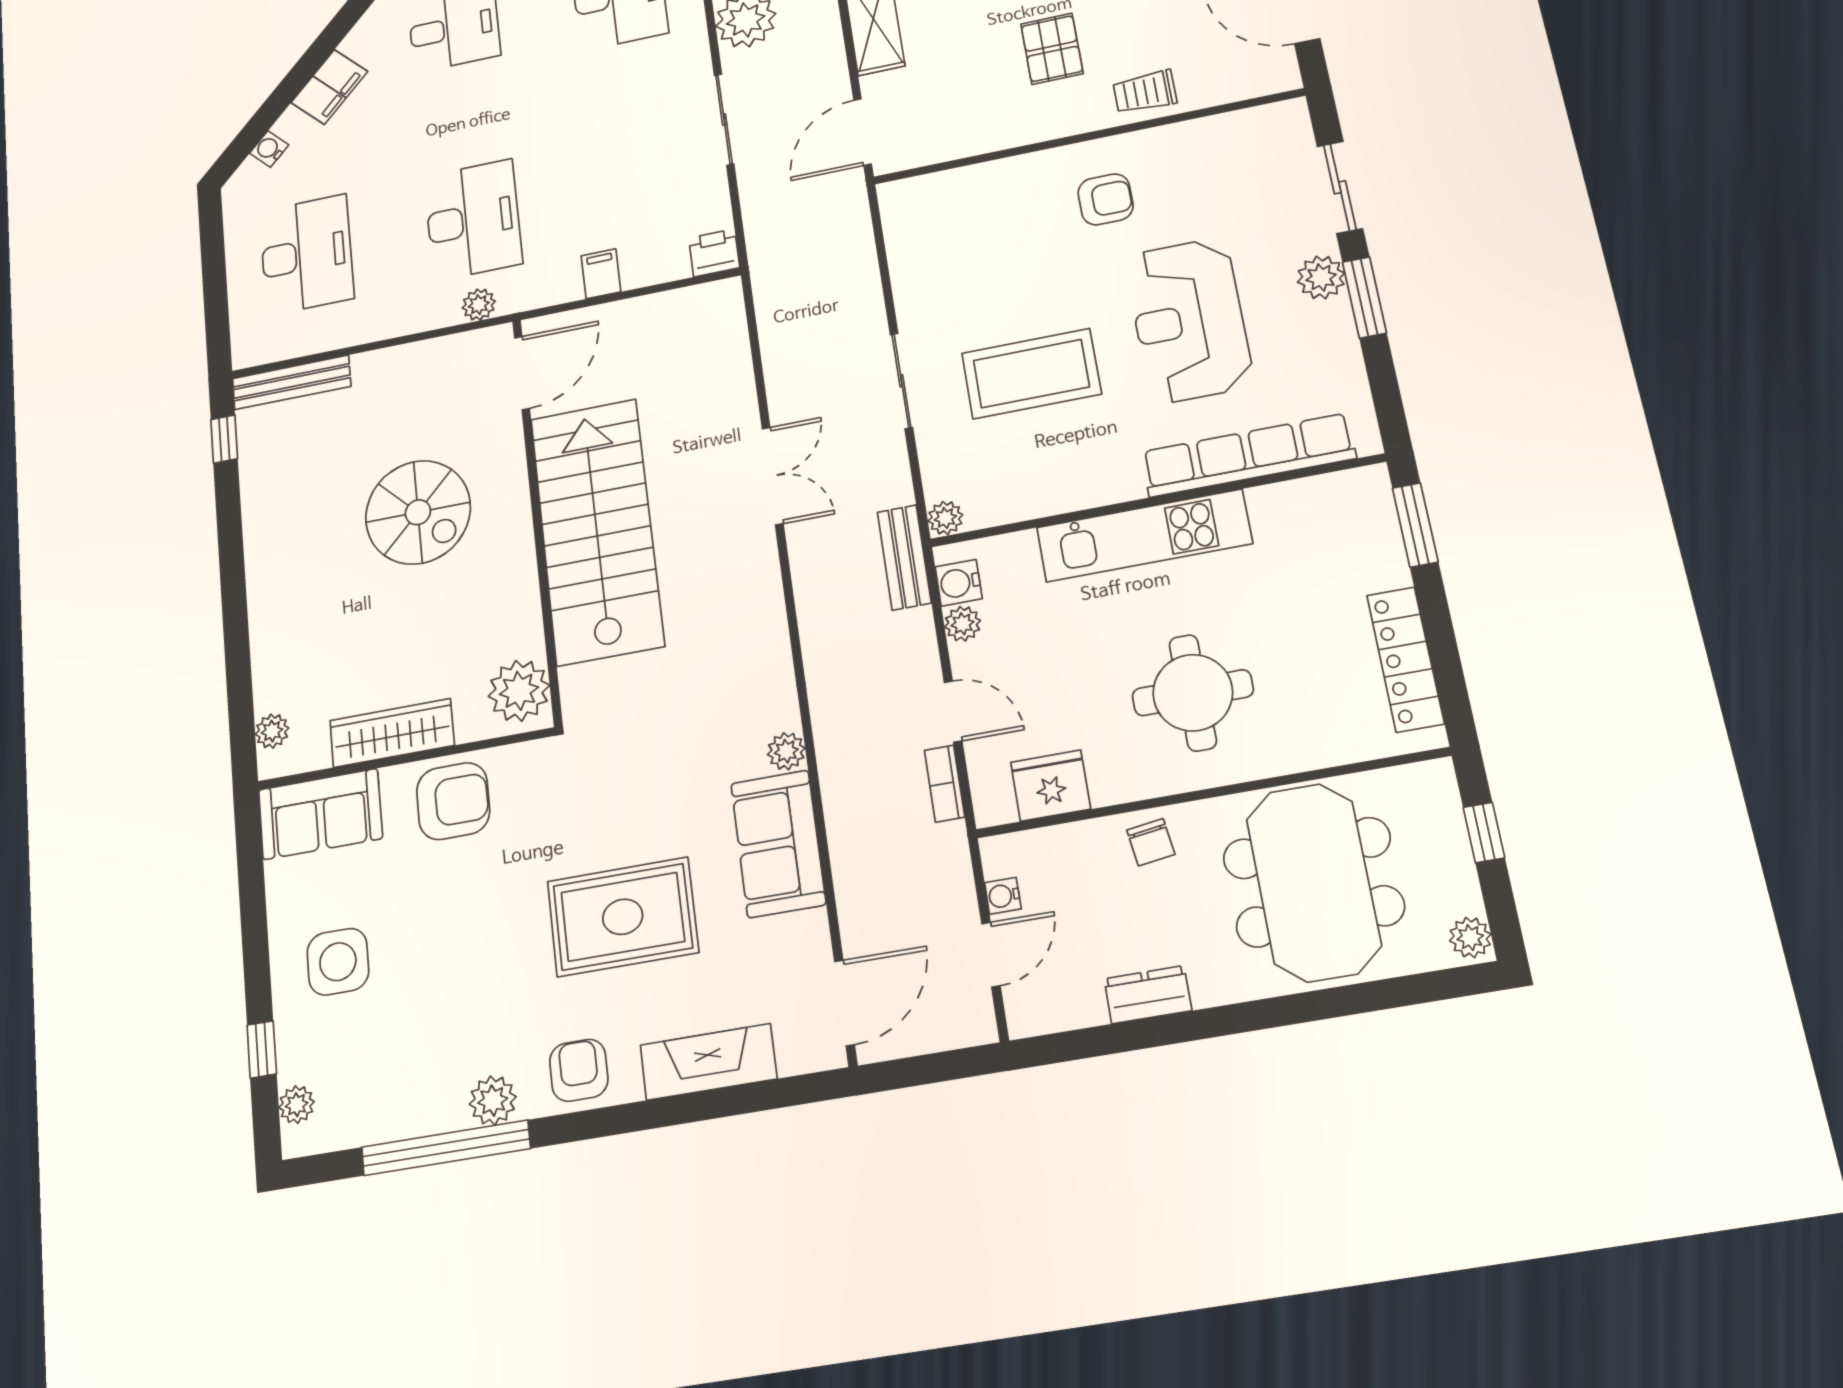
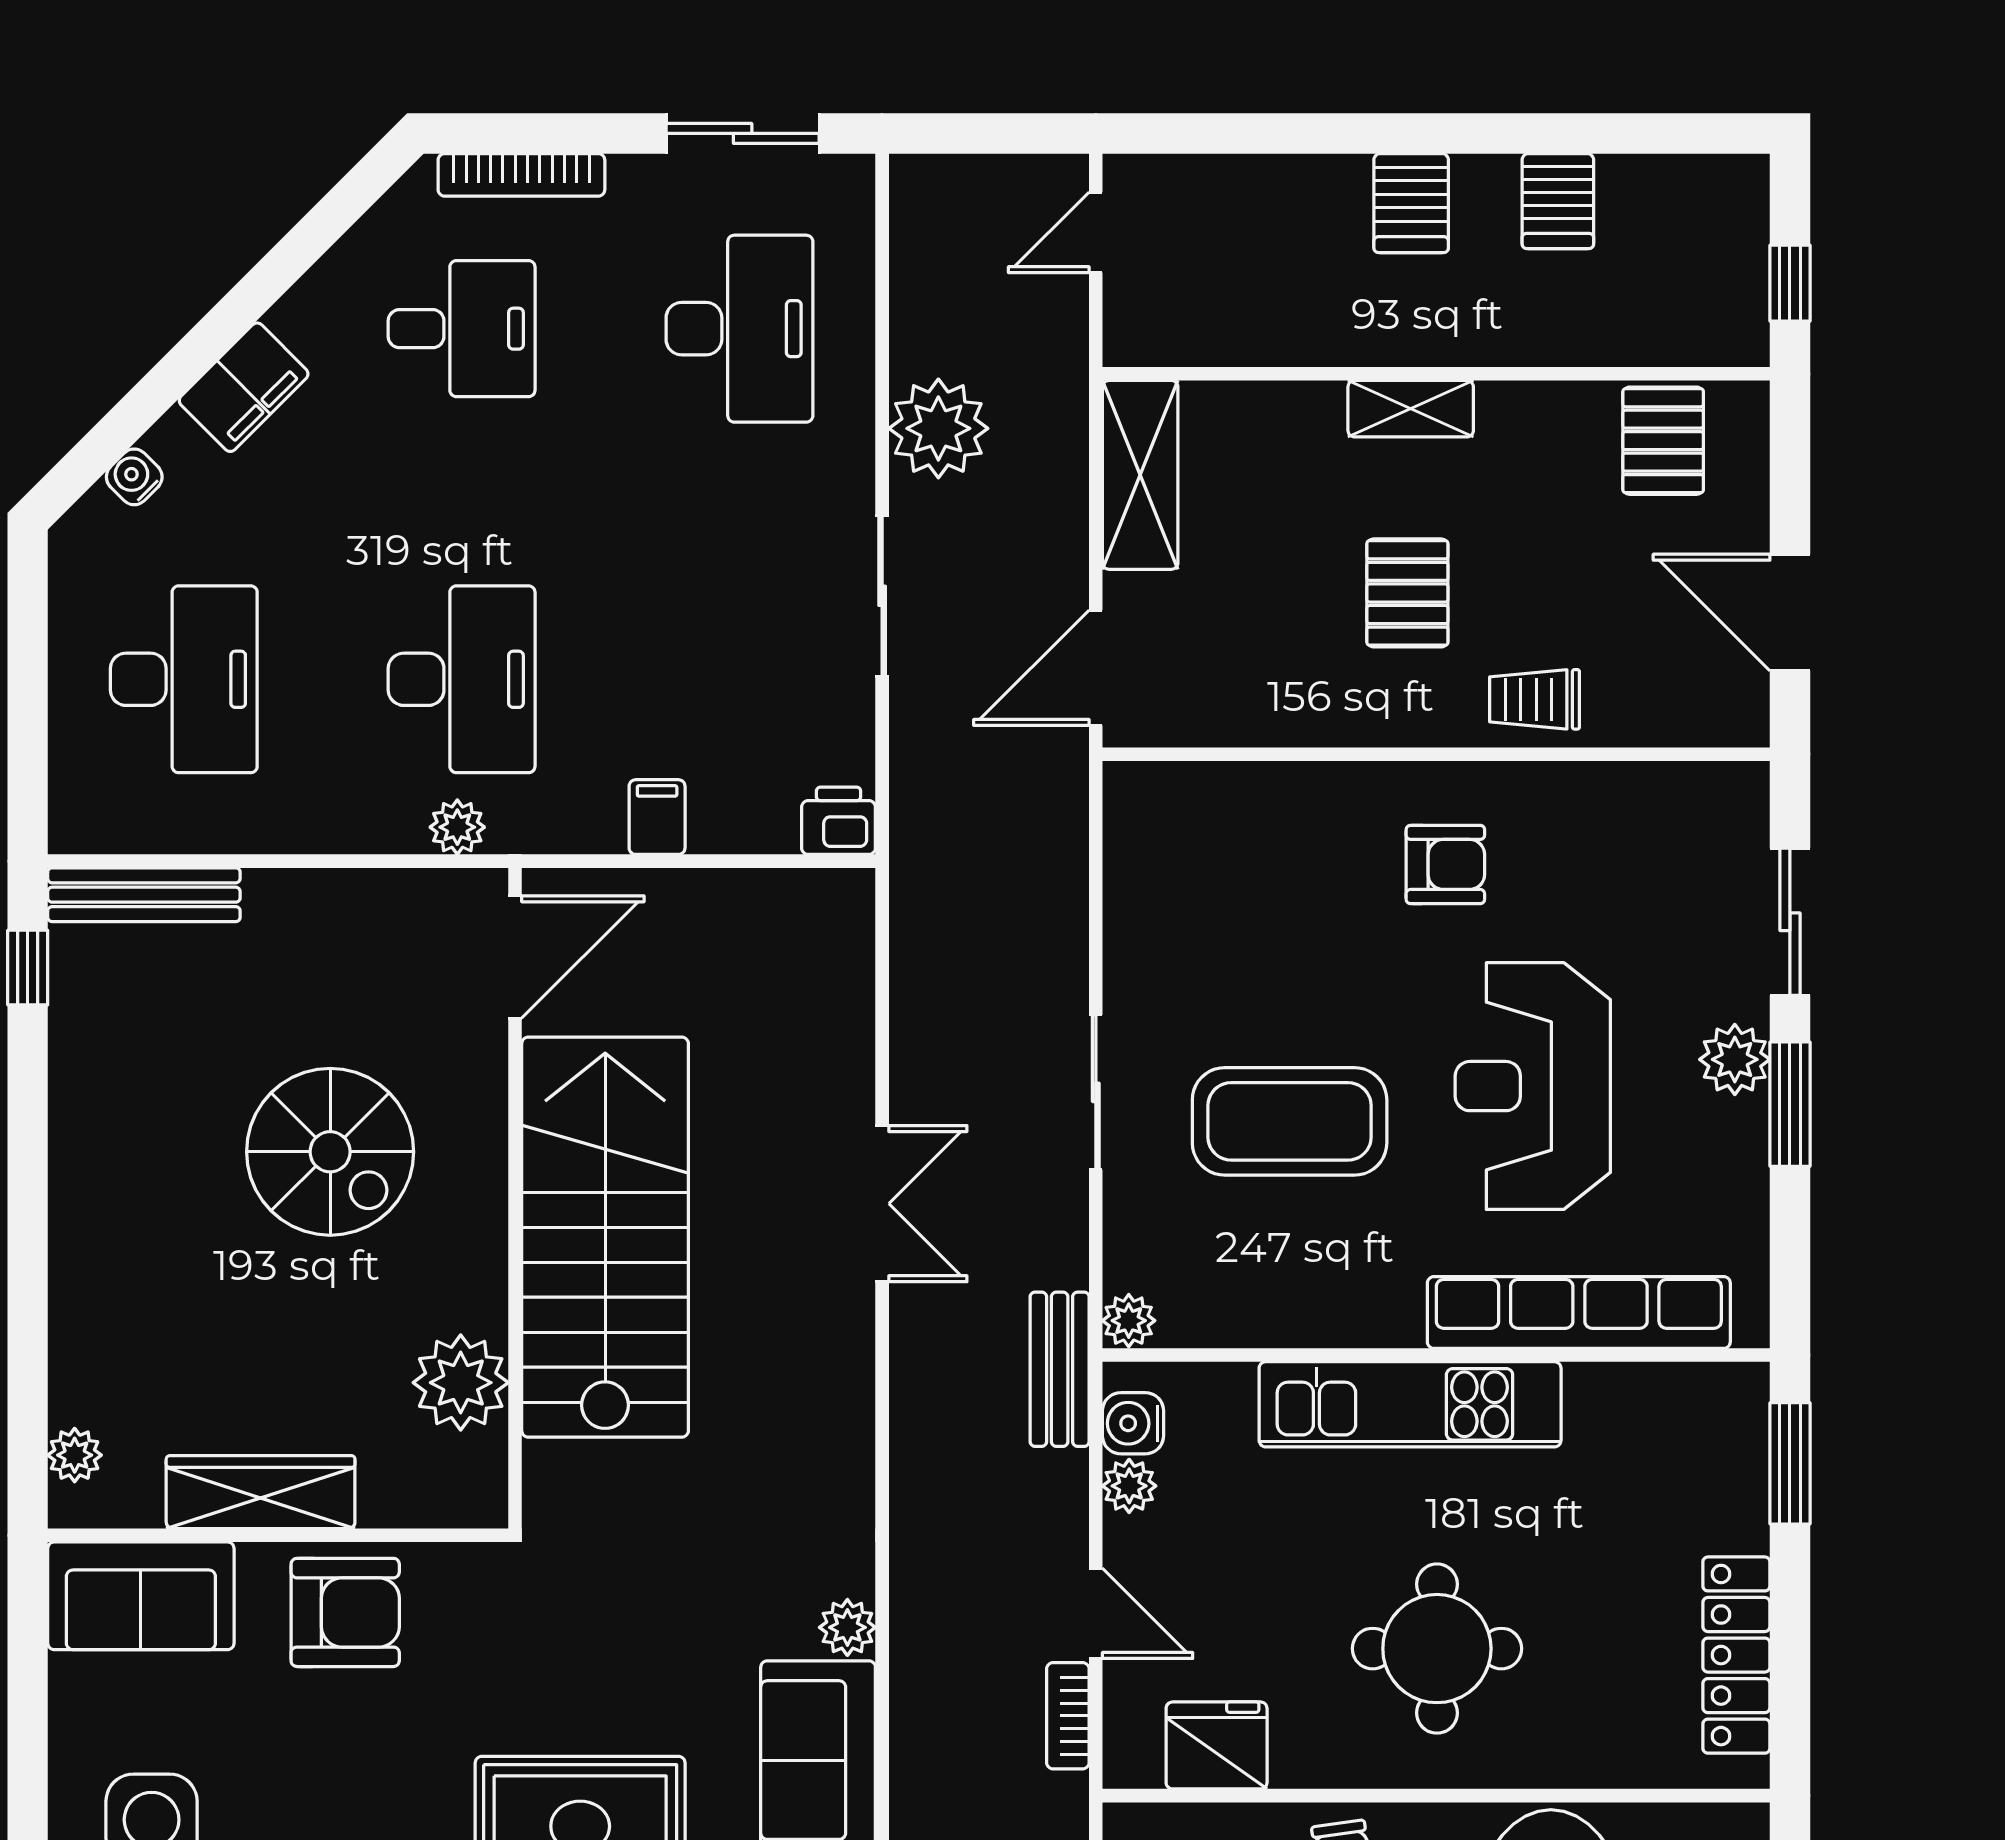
plant: (519, 691) -> (461, 1383), moved

